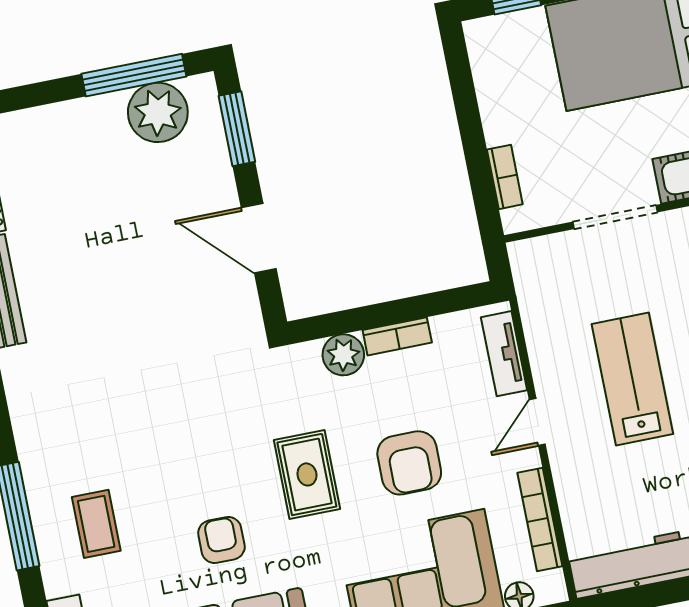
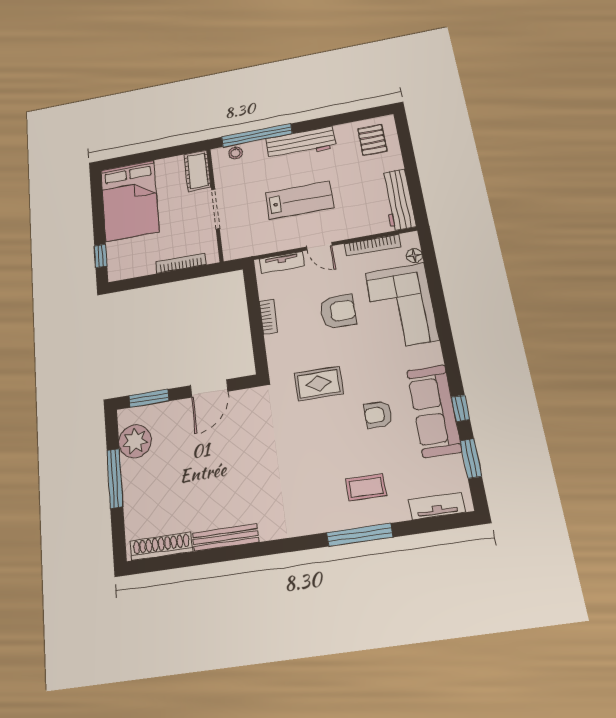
window: (134, 75) -> (115, 478), moved
bookcase: (505, 177) -> (181, 263), width x1.56
plant: (343, 355) -> (277, 345), removed
lab bench: (632, 379) -> (299, 200), turned 180
rug: (307, 474) -> (319, 384), moved

